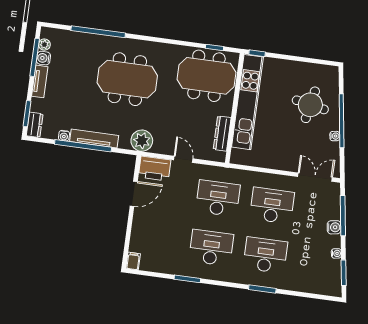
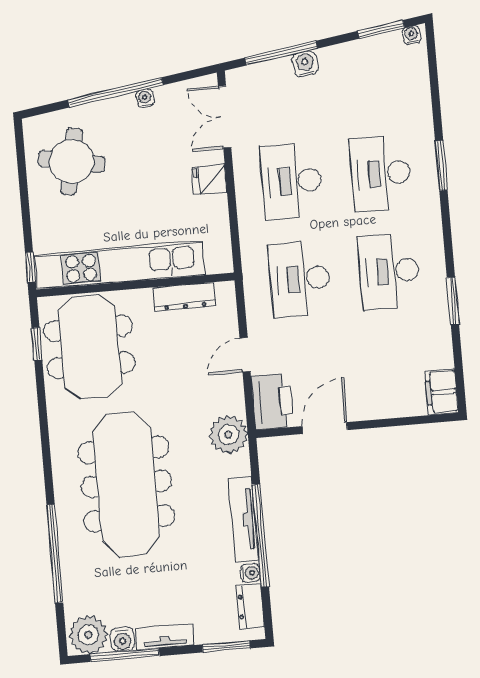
plant: (44, 45) -> (89, 635), width x1.88, depth x1.88
meeting table: (127, 79) -> (127, 484), width x1.36
round table: (310, 105) -> (71, 161), moved
dresser: (35, 125) -> (250, 606), moved, turned -90
fridge: (283, 161) -> (209, 180), added
door: (134, 194) -> (325, 428), hinge flipped
water cooler: (336, 253) -> (412, 35), moved
filing cabinet: (133, 261) -> (442, 392), width x2.00

